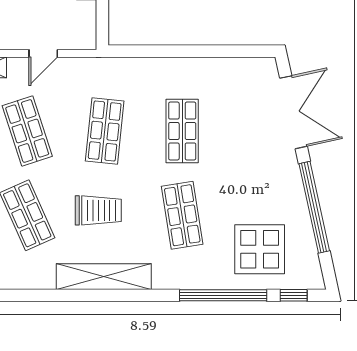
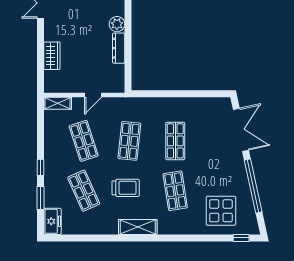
shelving: (104, 277) -> (138, 227), width x0.68
window: (223, 295) -> (199, 238), removed

